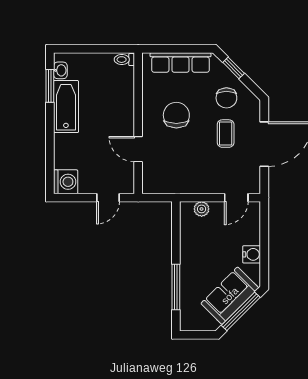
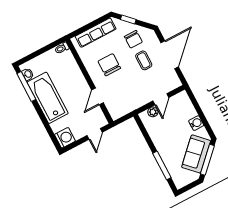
window: (50, 86) -> (26, 87), width x1.44
bathtub: (66, 107) -> (48, 98), width x1.36, depth x1.36
door: (138, 149) -> (97, 96), hinge flipped
door: (236, 198) -> (161, 99), moved

